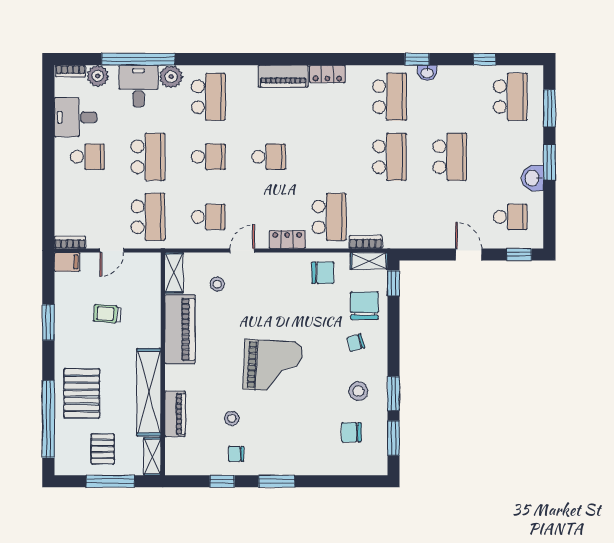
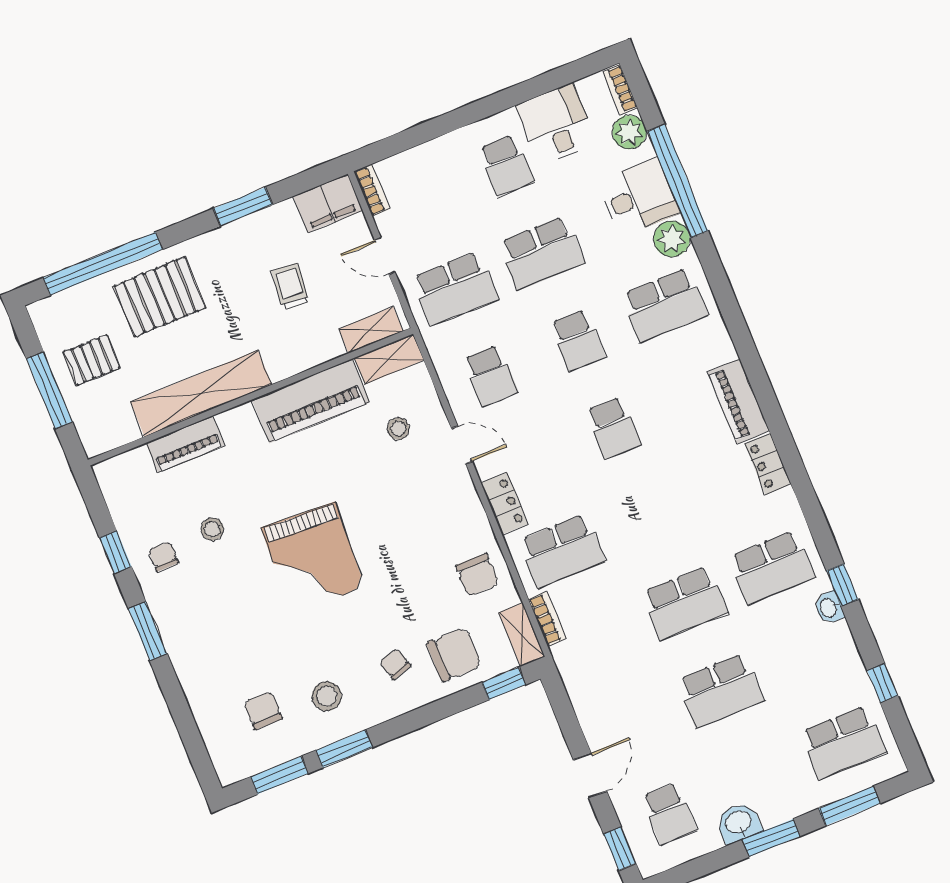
filing cabinet: (67, 262) -> (328, 203), width x2.00
shelving: (152, 457) -> (371, 330), moved

